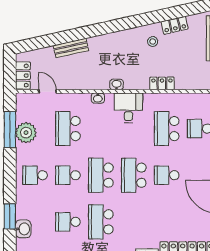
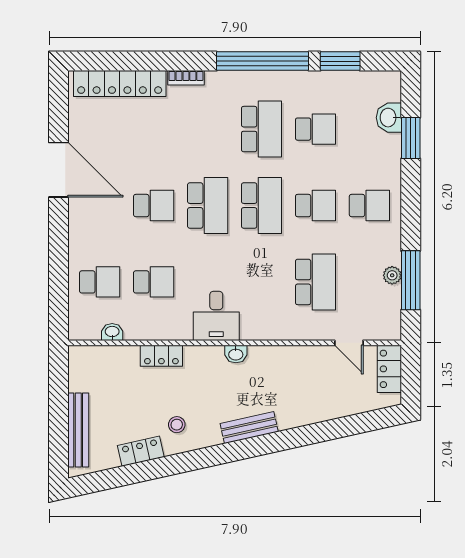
bench: (71, 48) -> (249, 428), moved
washbasin: (98, 98) -> (112, 332), moved
school desk: (167, 129) -> (154, 282), width x0.54
plant: (26, 133) -> (392, 275), width x0.53, depth x0.53

